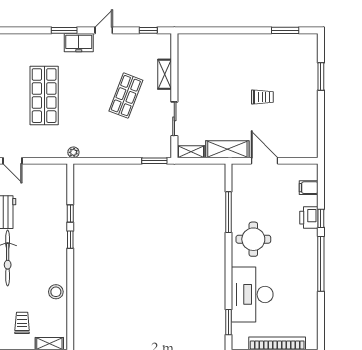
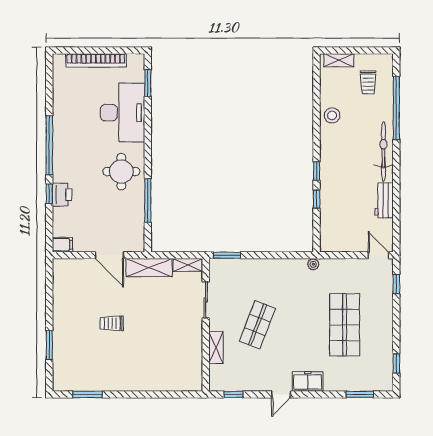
window: (64, 30) -> (360, 394), moved
filing cabinet: (309, 188) -> (62, 245), moved

